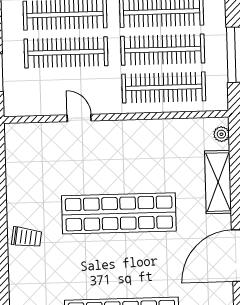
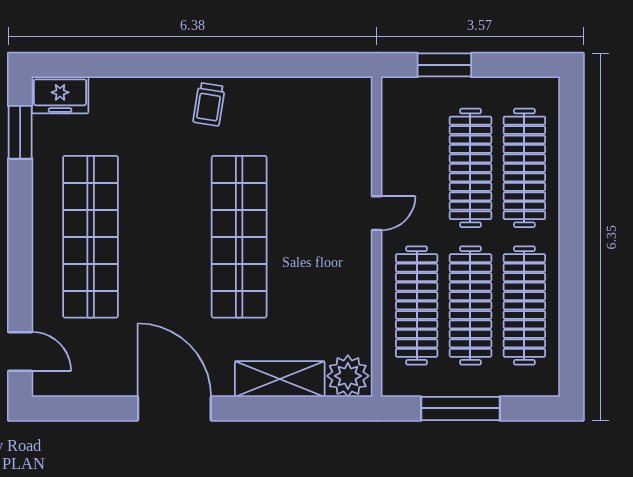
door: (79, 118) -> (377, 213), moved
plant: (221, 134) -> (348, 376), width x1.88, depth x1.88

